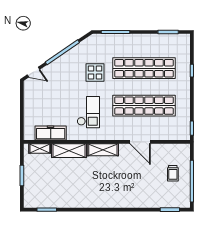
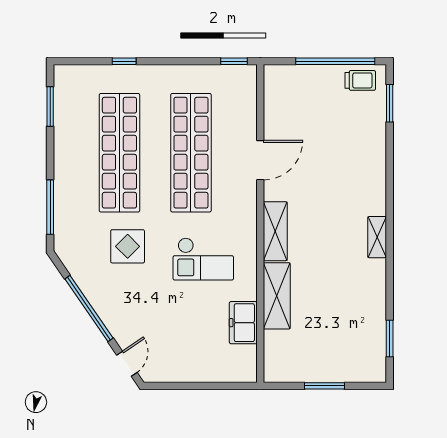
checkout: (88, 112) -> (203, 259), turned 180
freezer: (51, 133) -> (243, 323), width x0.71
shelving: (40, 148) -> (377, 237), moved
trolley: (173, 173) -> (360, 80), moved

